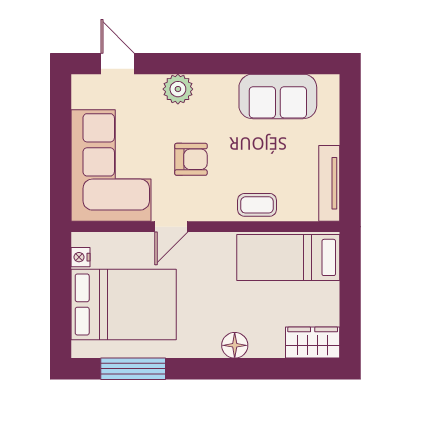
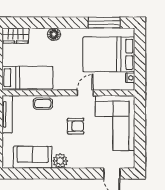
plant: (178, 89) -> (60, 161), moved
armchair: (191, 159) -> (76, 126), turned 180

